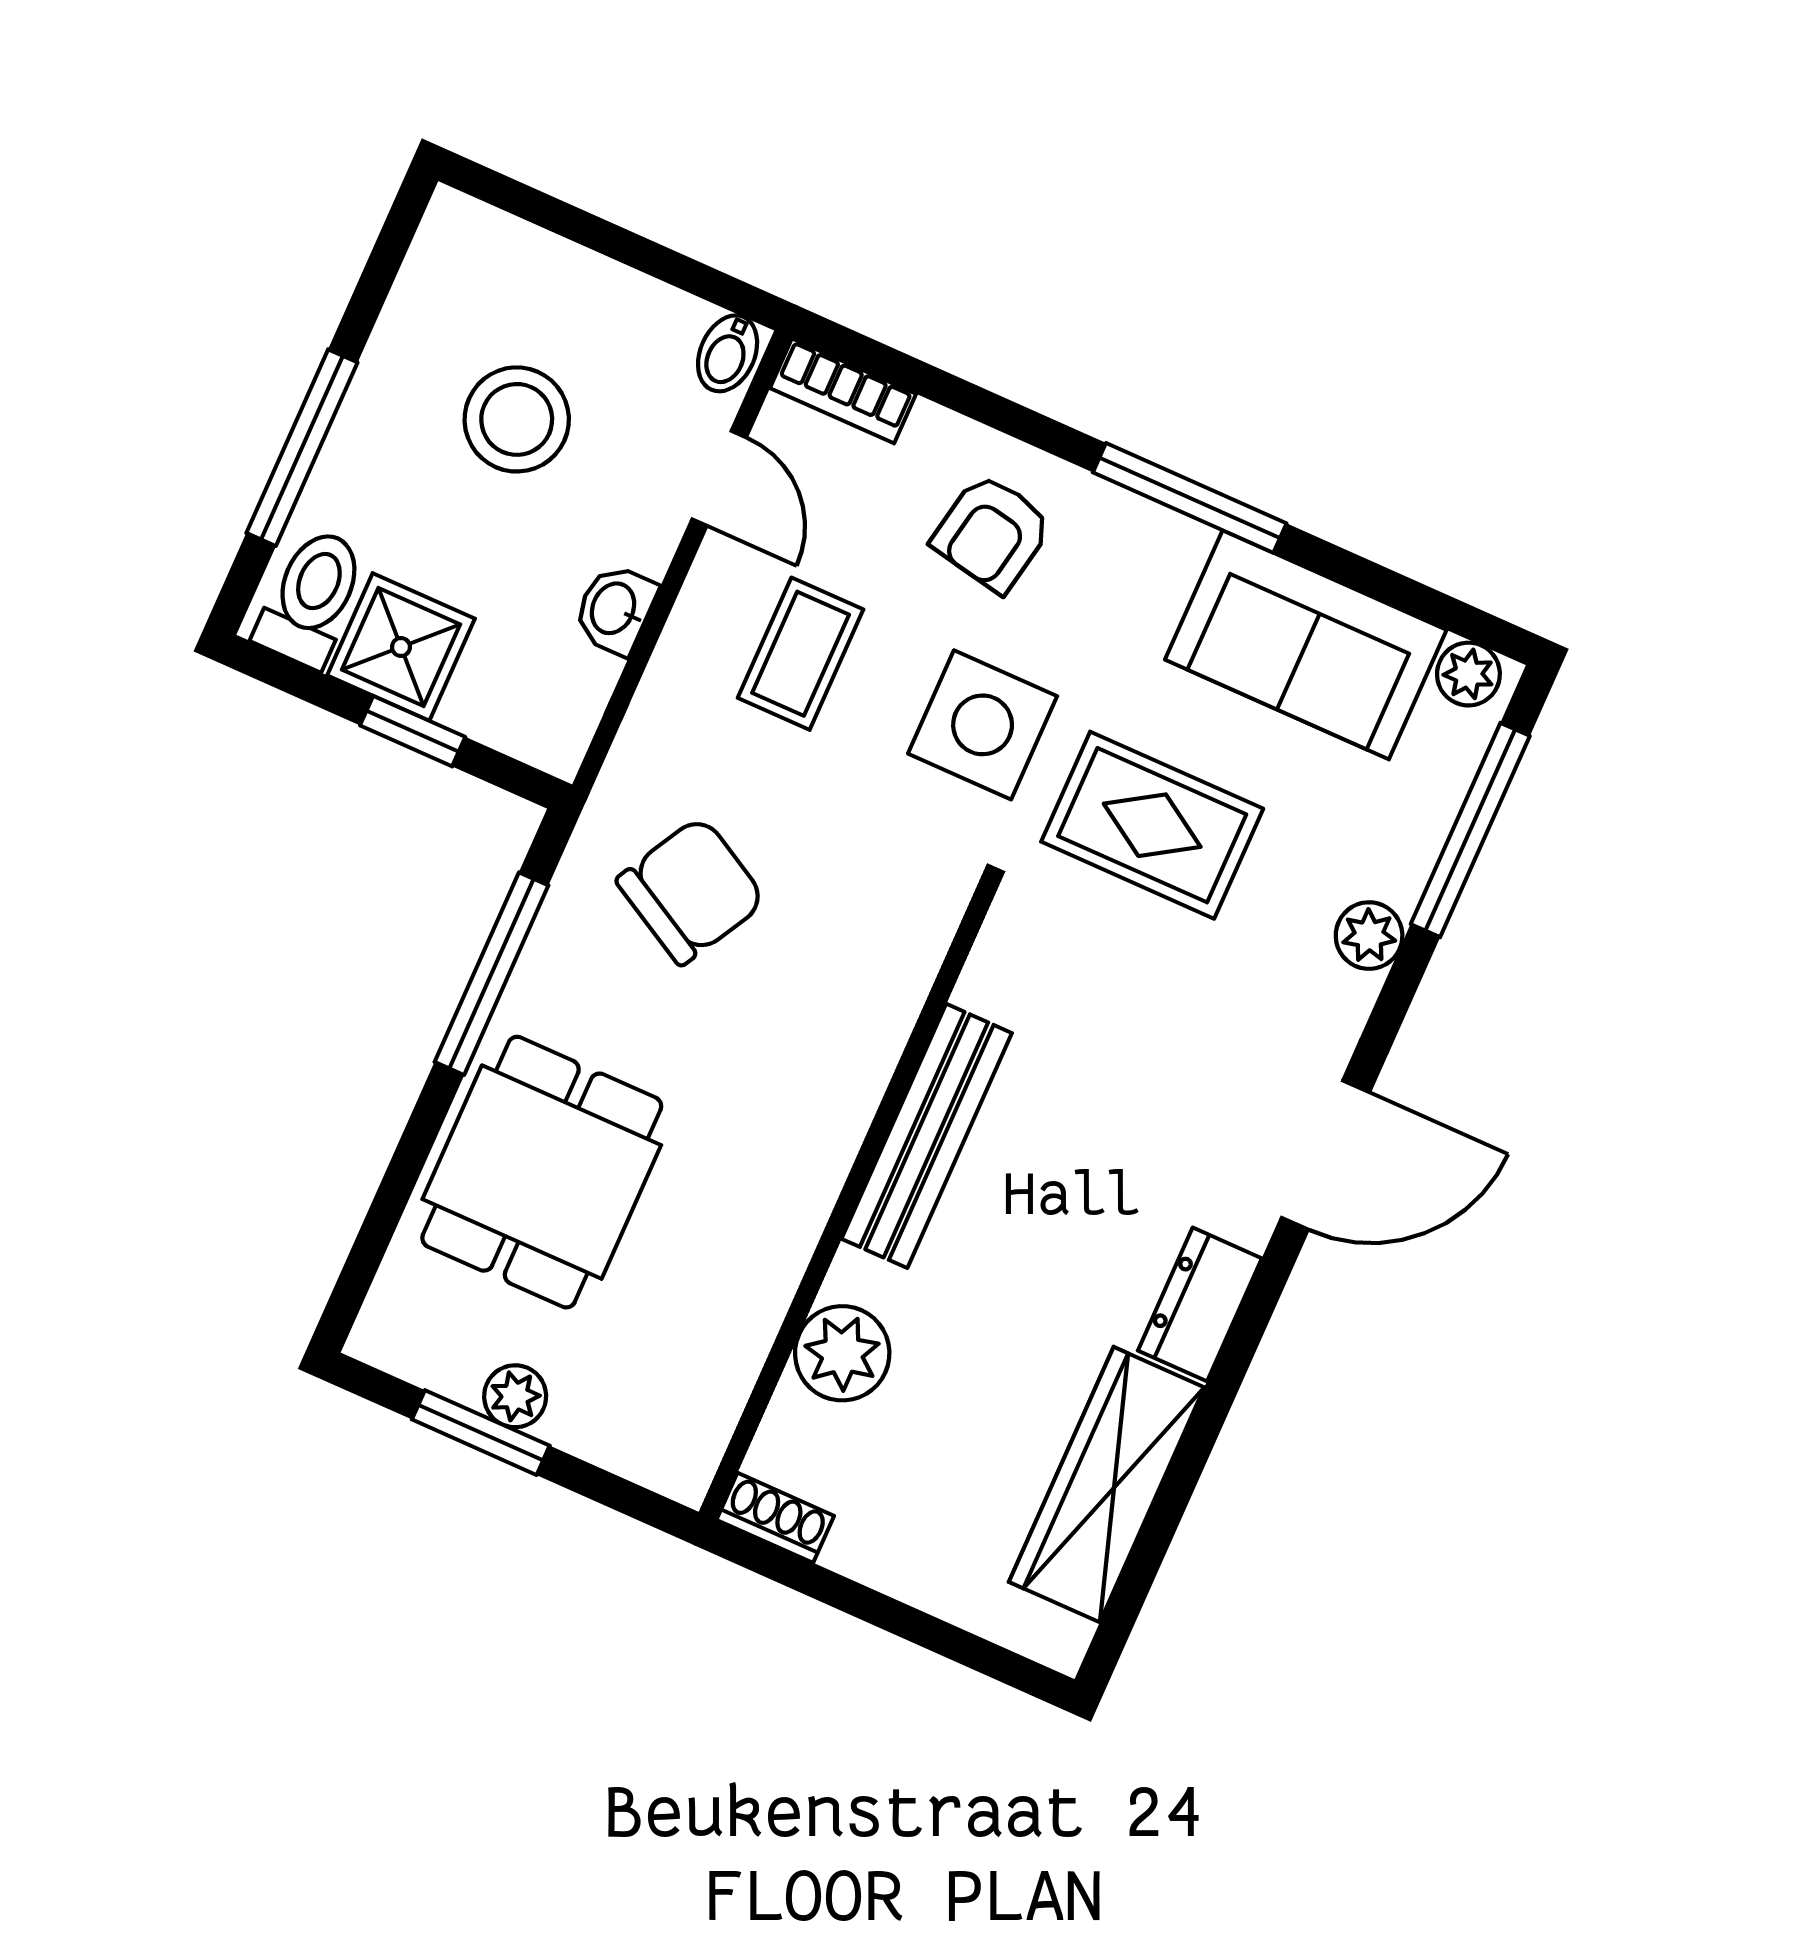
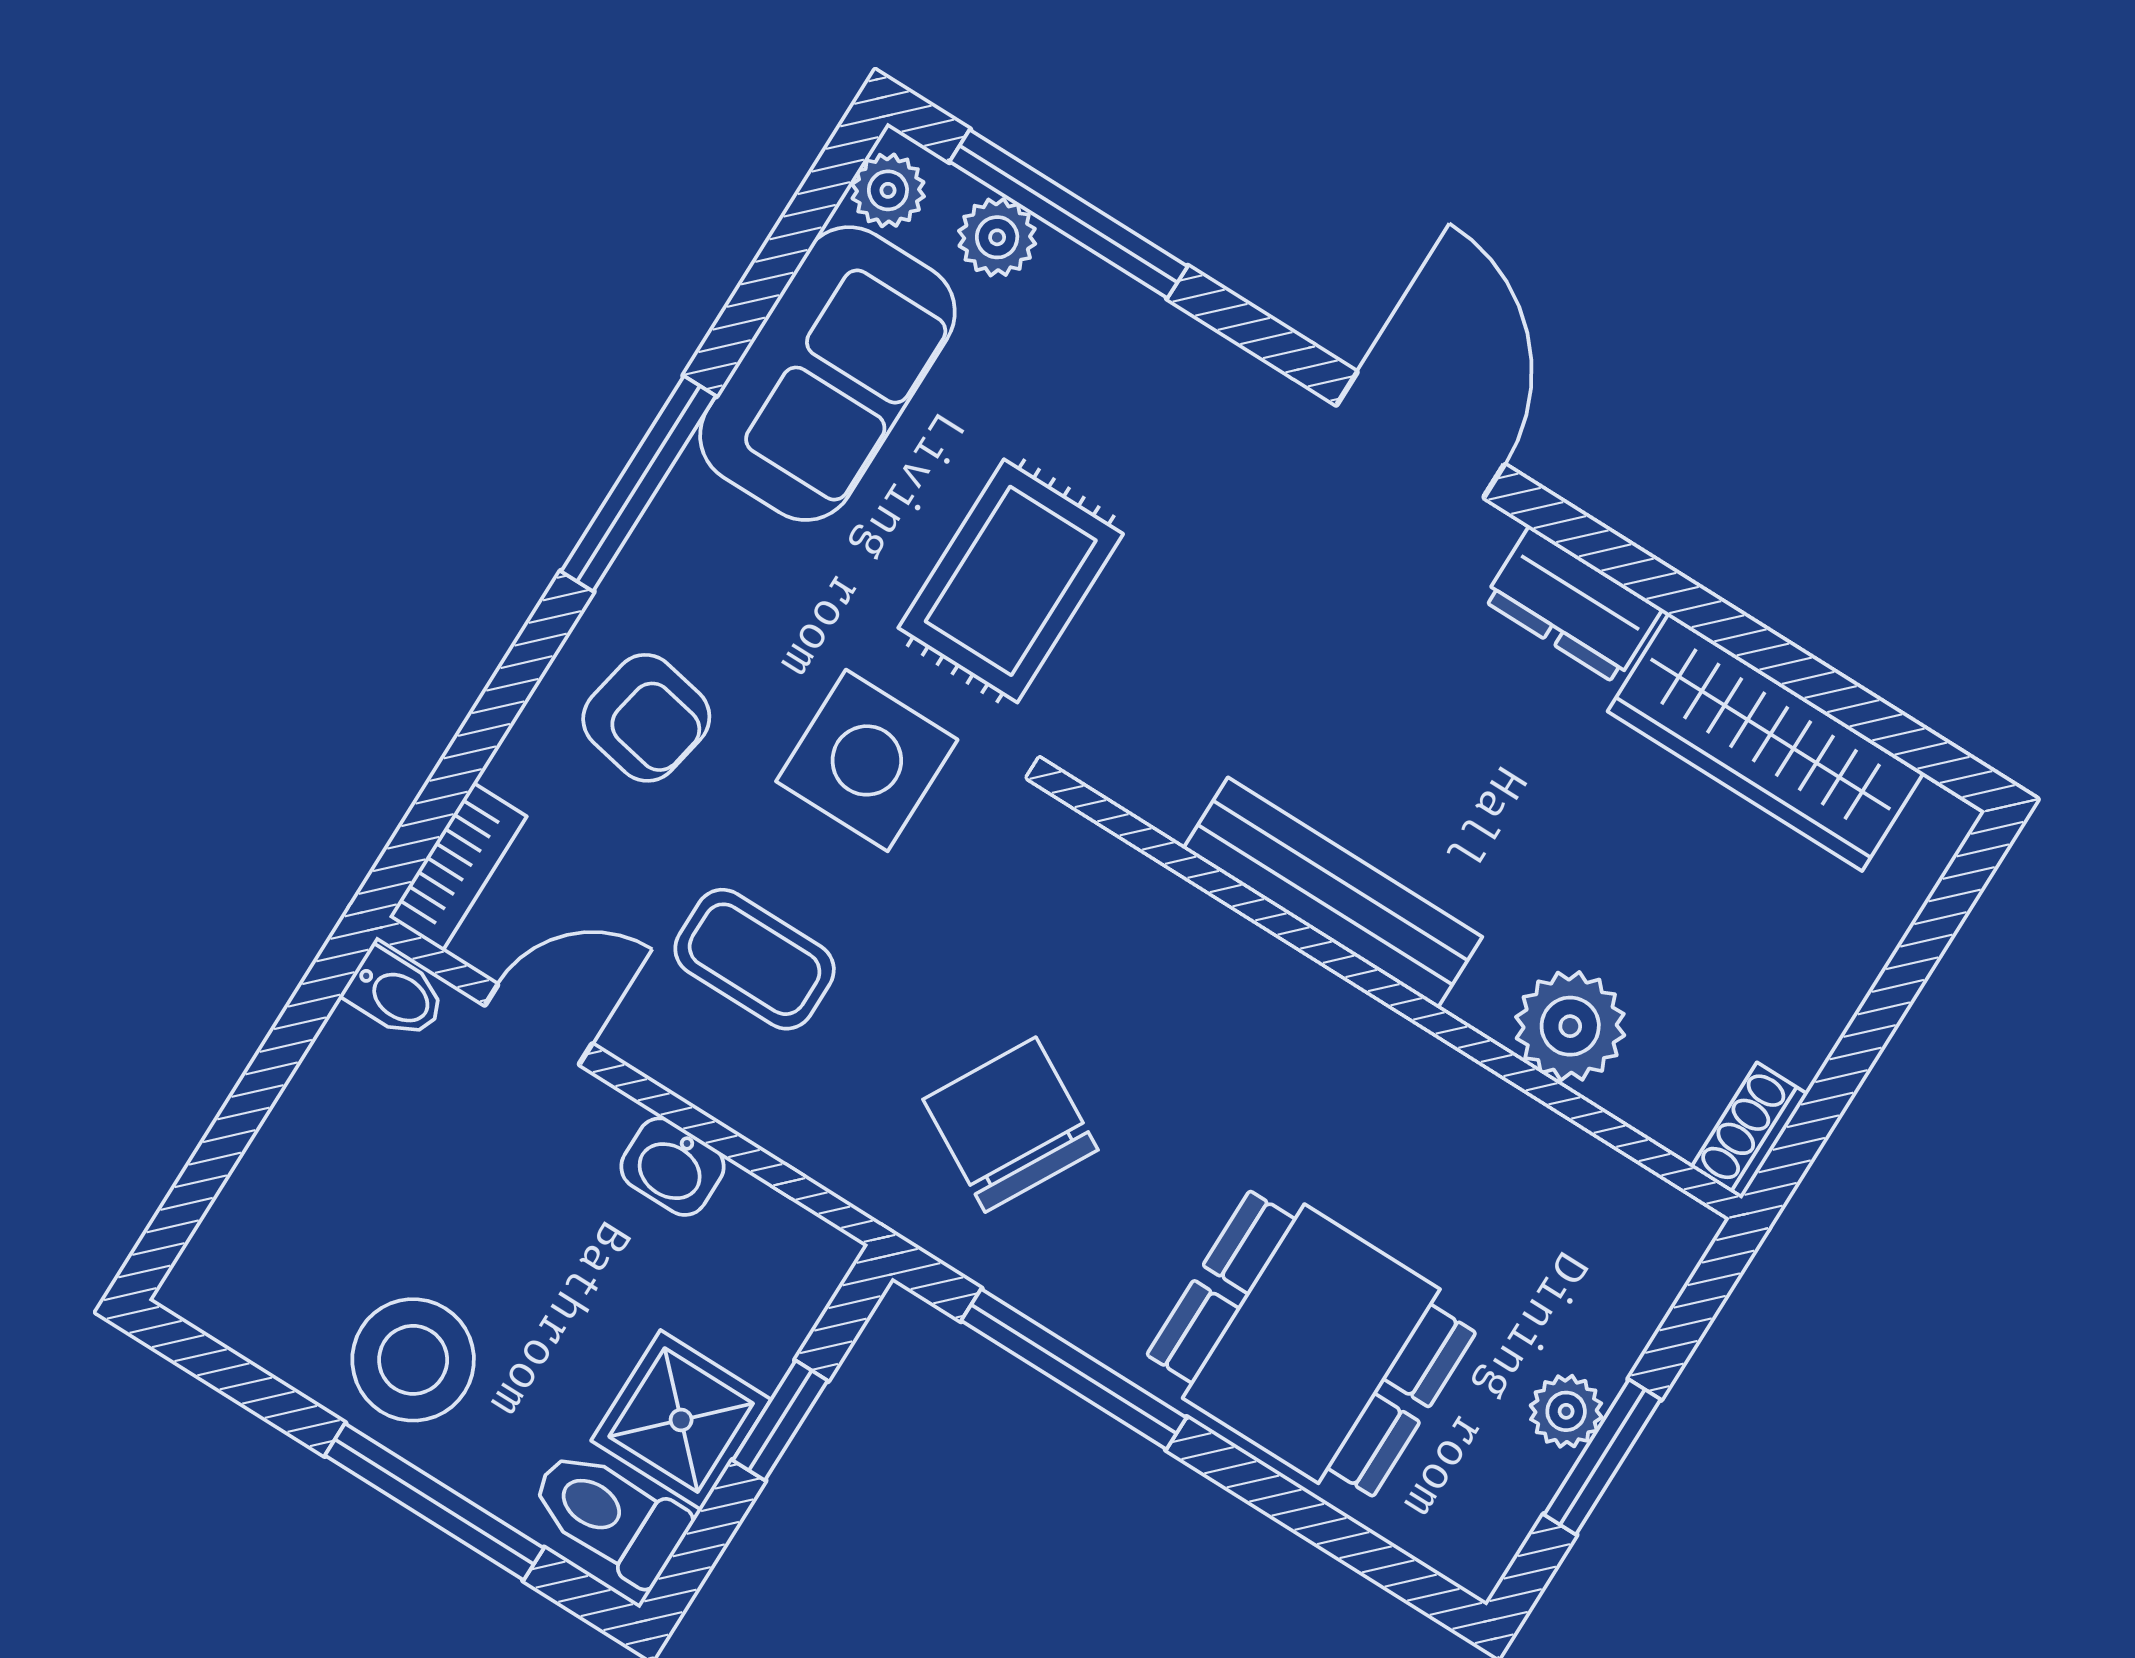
stool: (517, 419) -> (413, 1360), moved
plant: (1369, 936) -> (997, 237), moved

